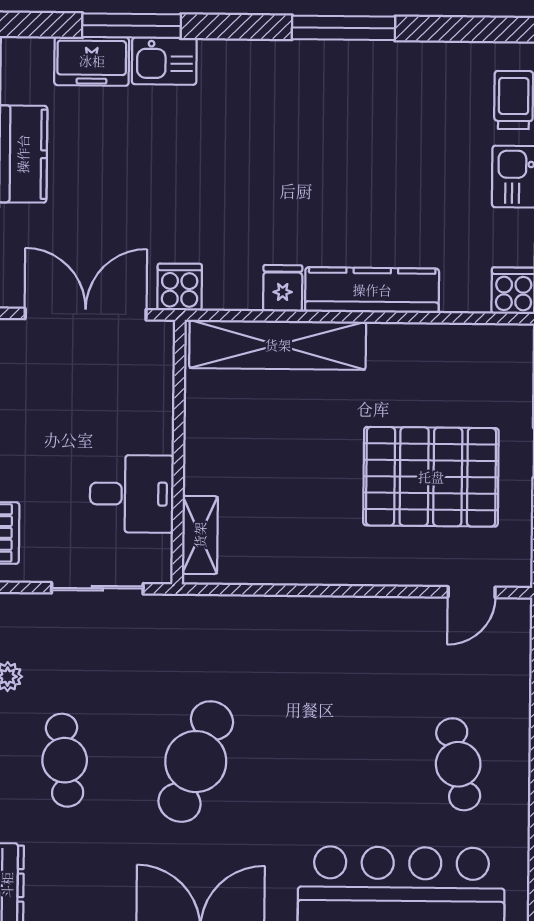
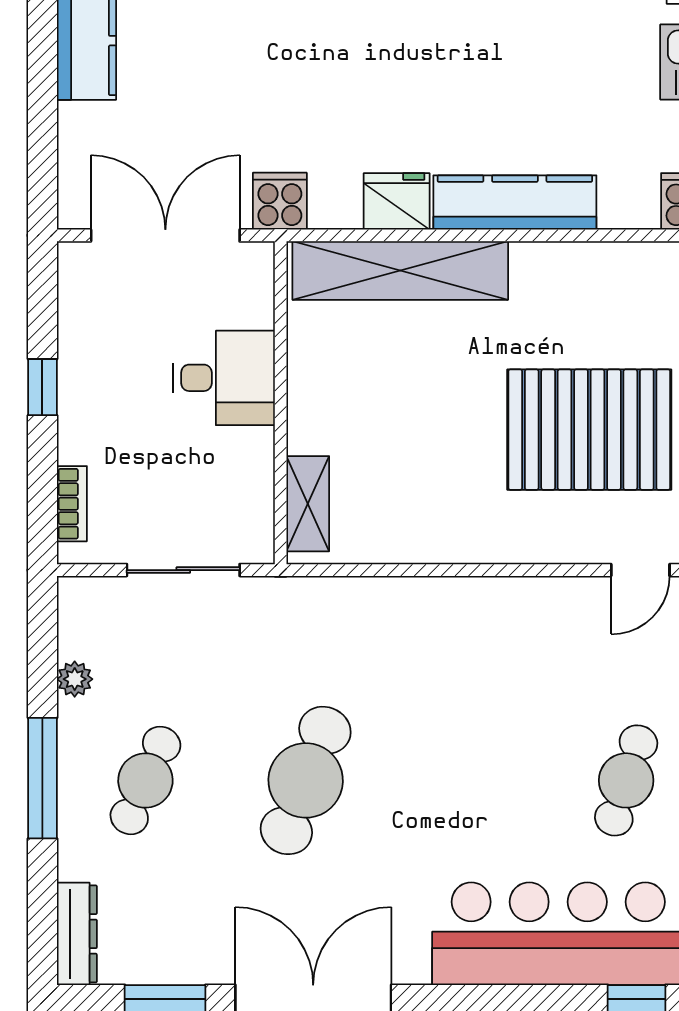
fridge: (283, 288) -> (397, 201), width x1.38
desk: (132, 494) -> (224, 378), moved
cafe table: (65, 760) -> (145, 780), turned 30
cafe table: (458, 764) -> (626, 780), turned 30

